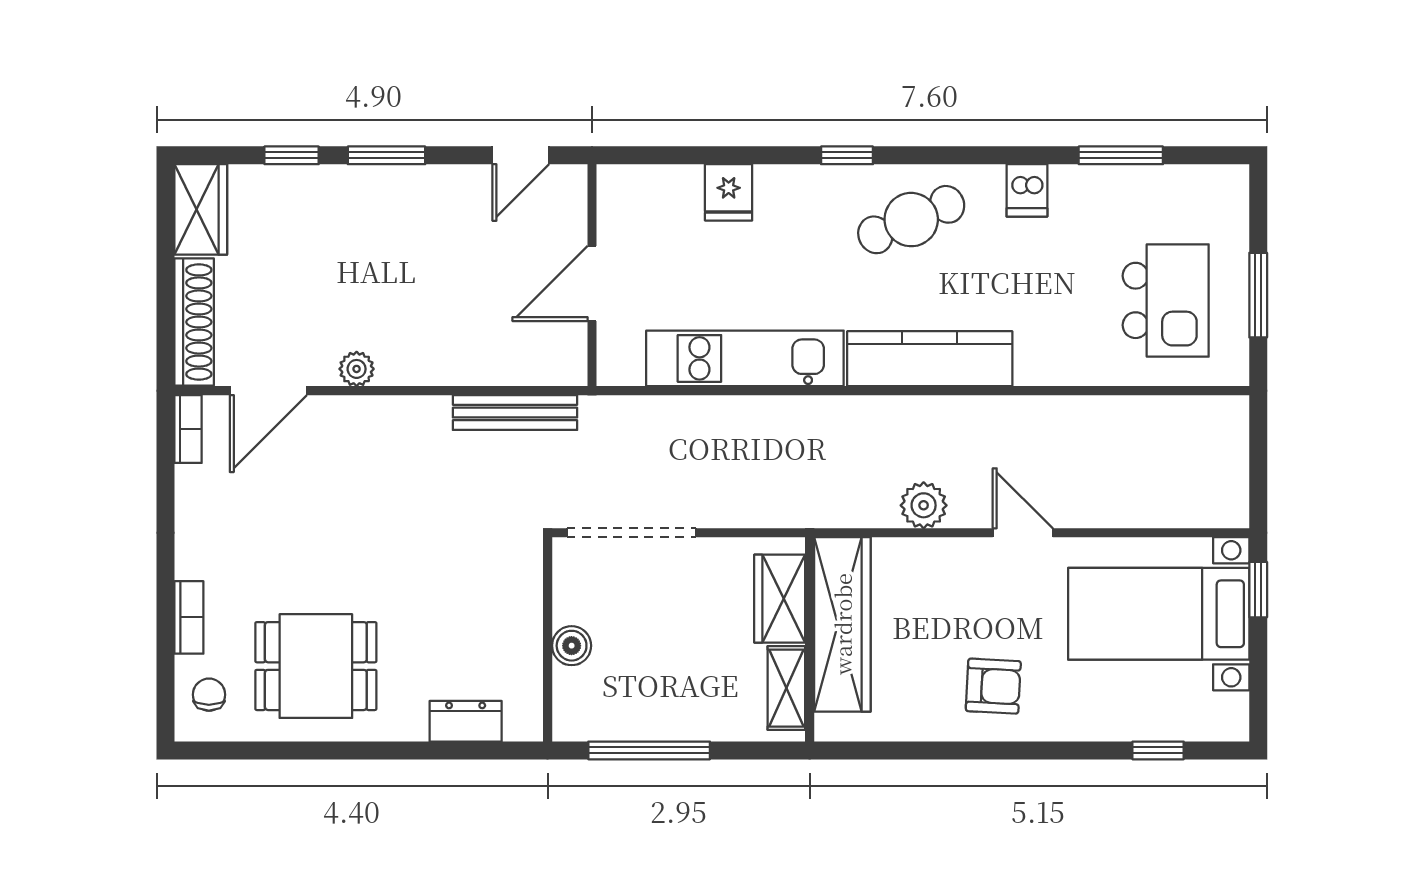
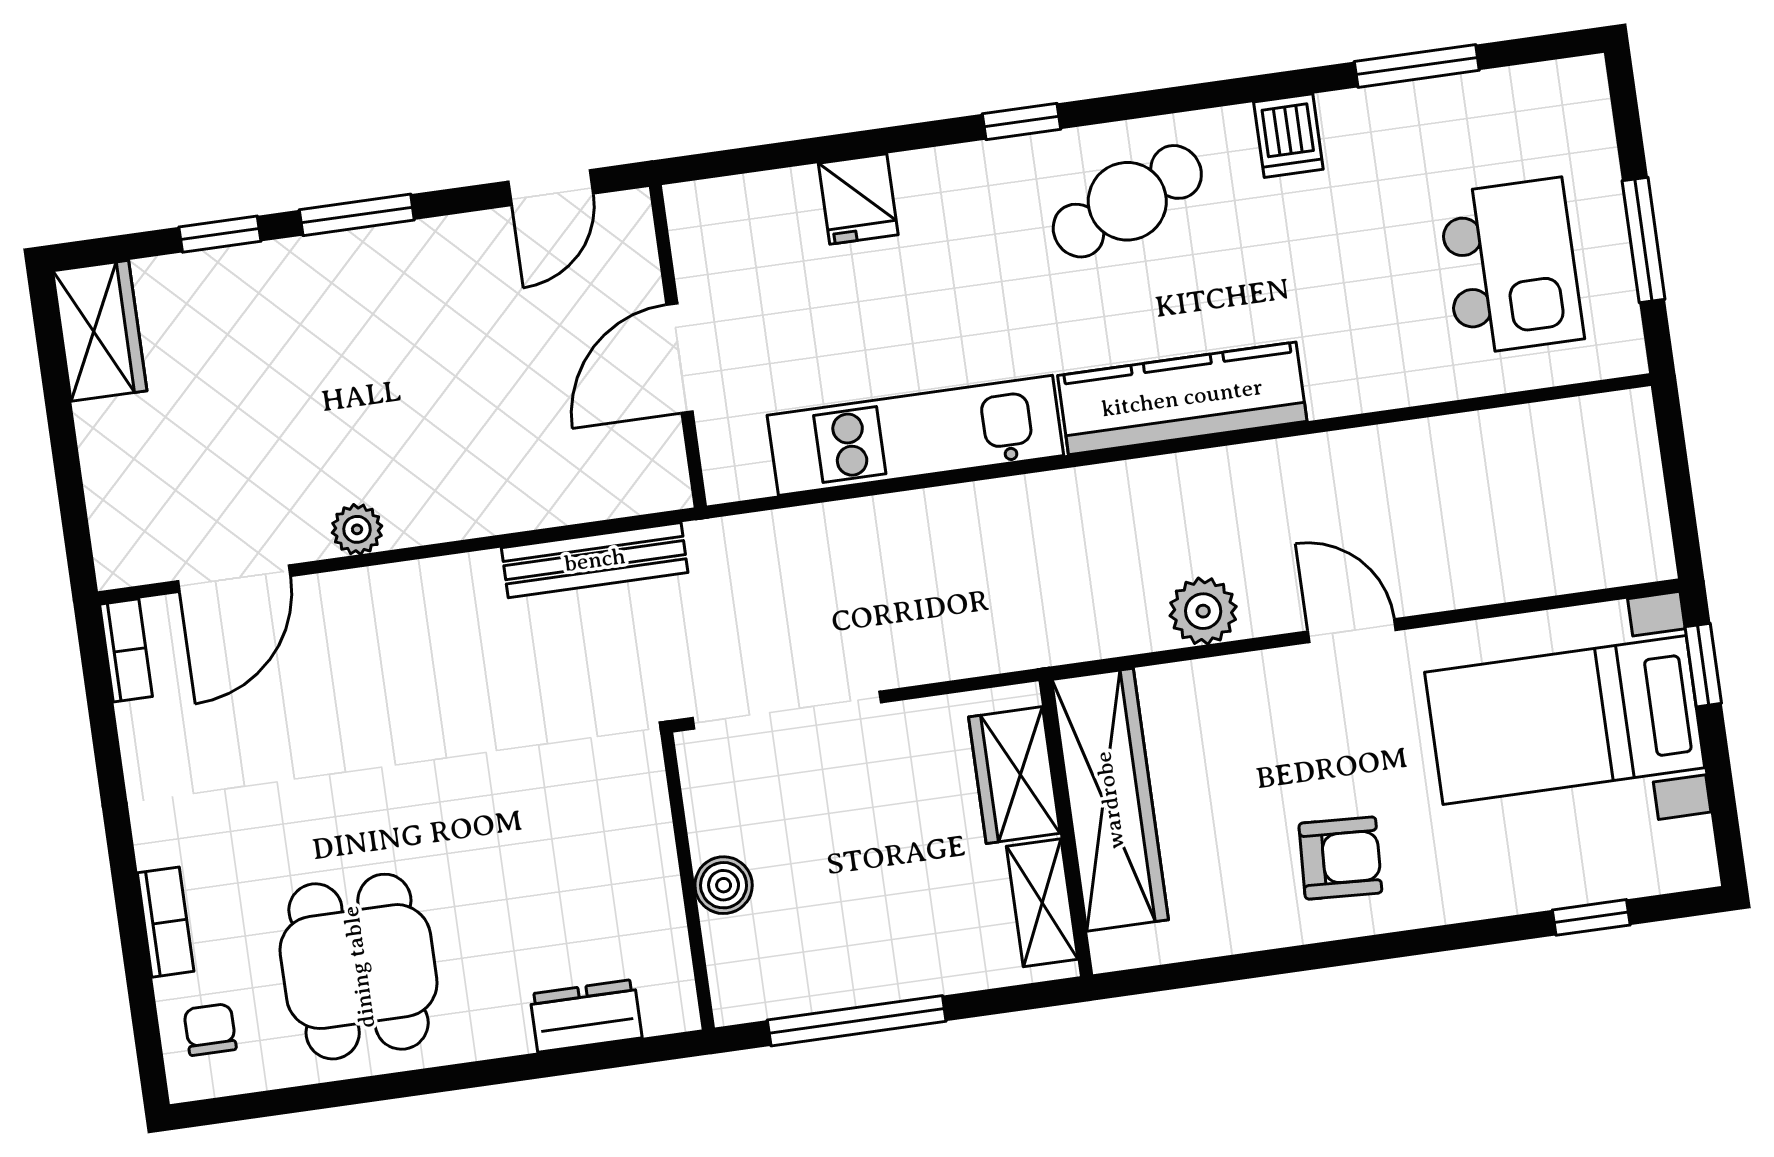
shoe rack: (194, 322) -> (113, 495), removed
dining table: (316, 666) -> (359, 967), turned 90

